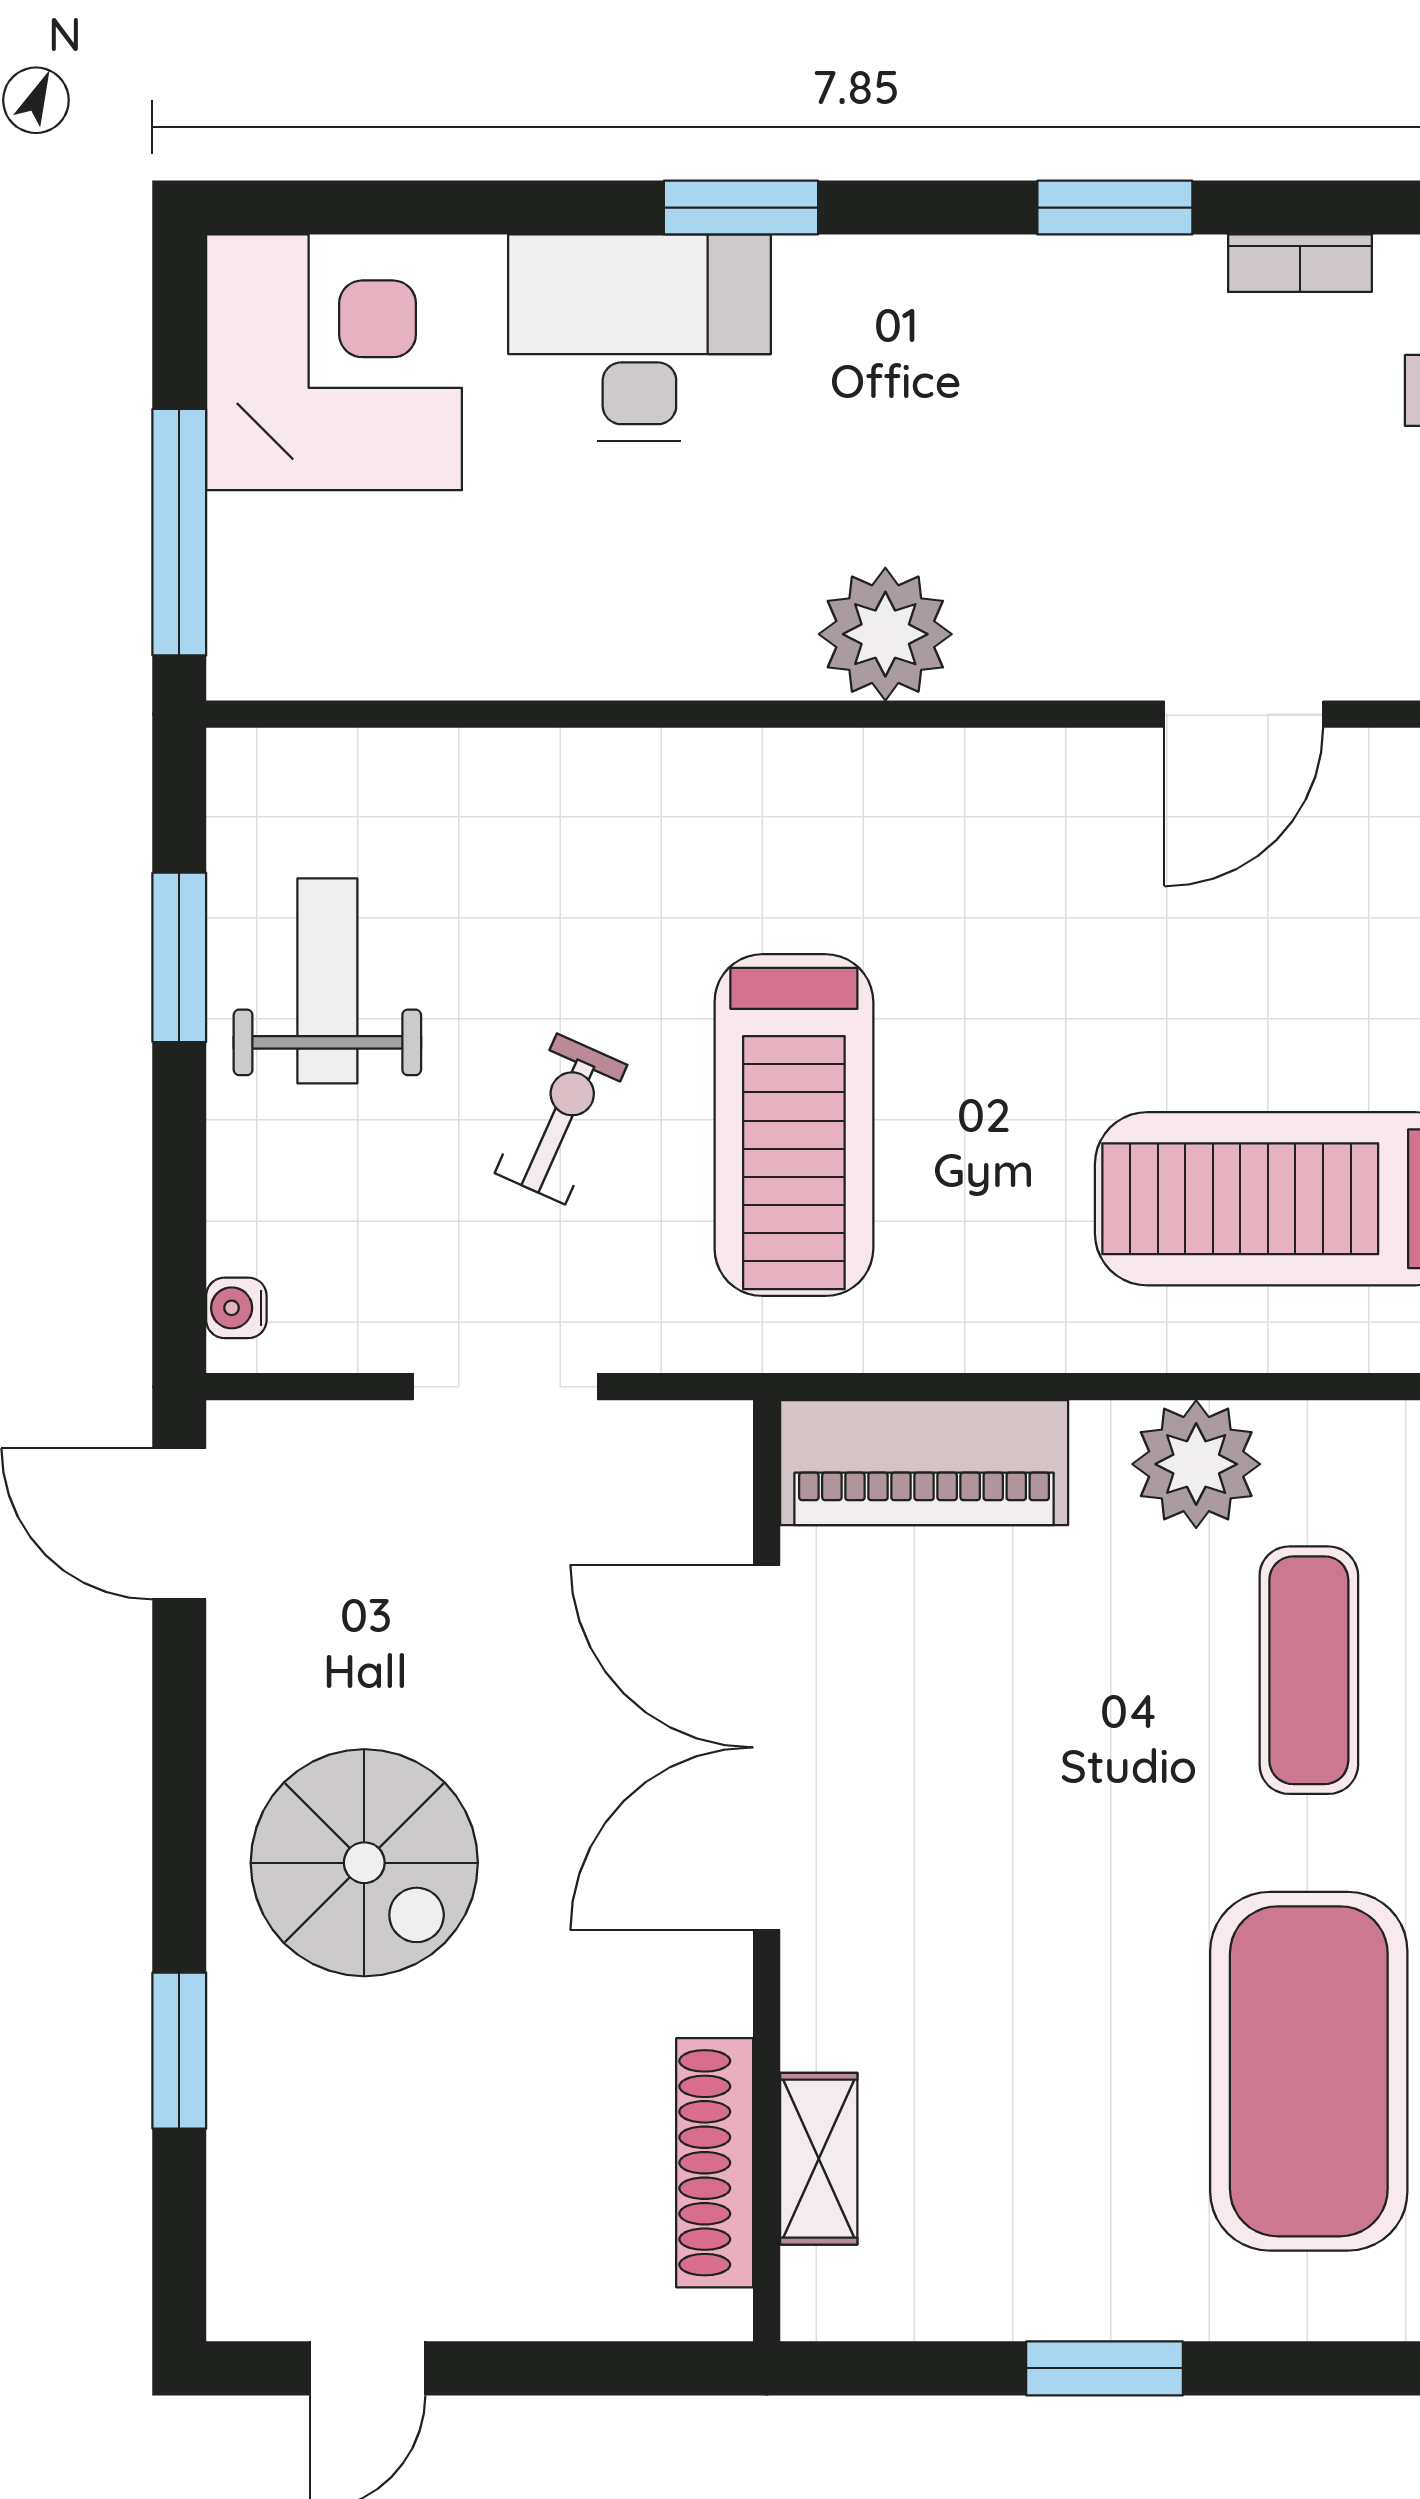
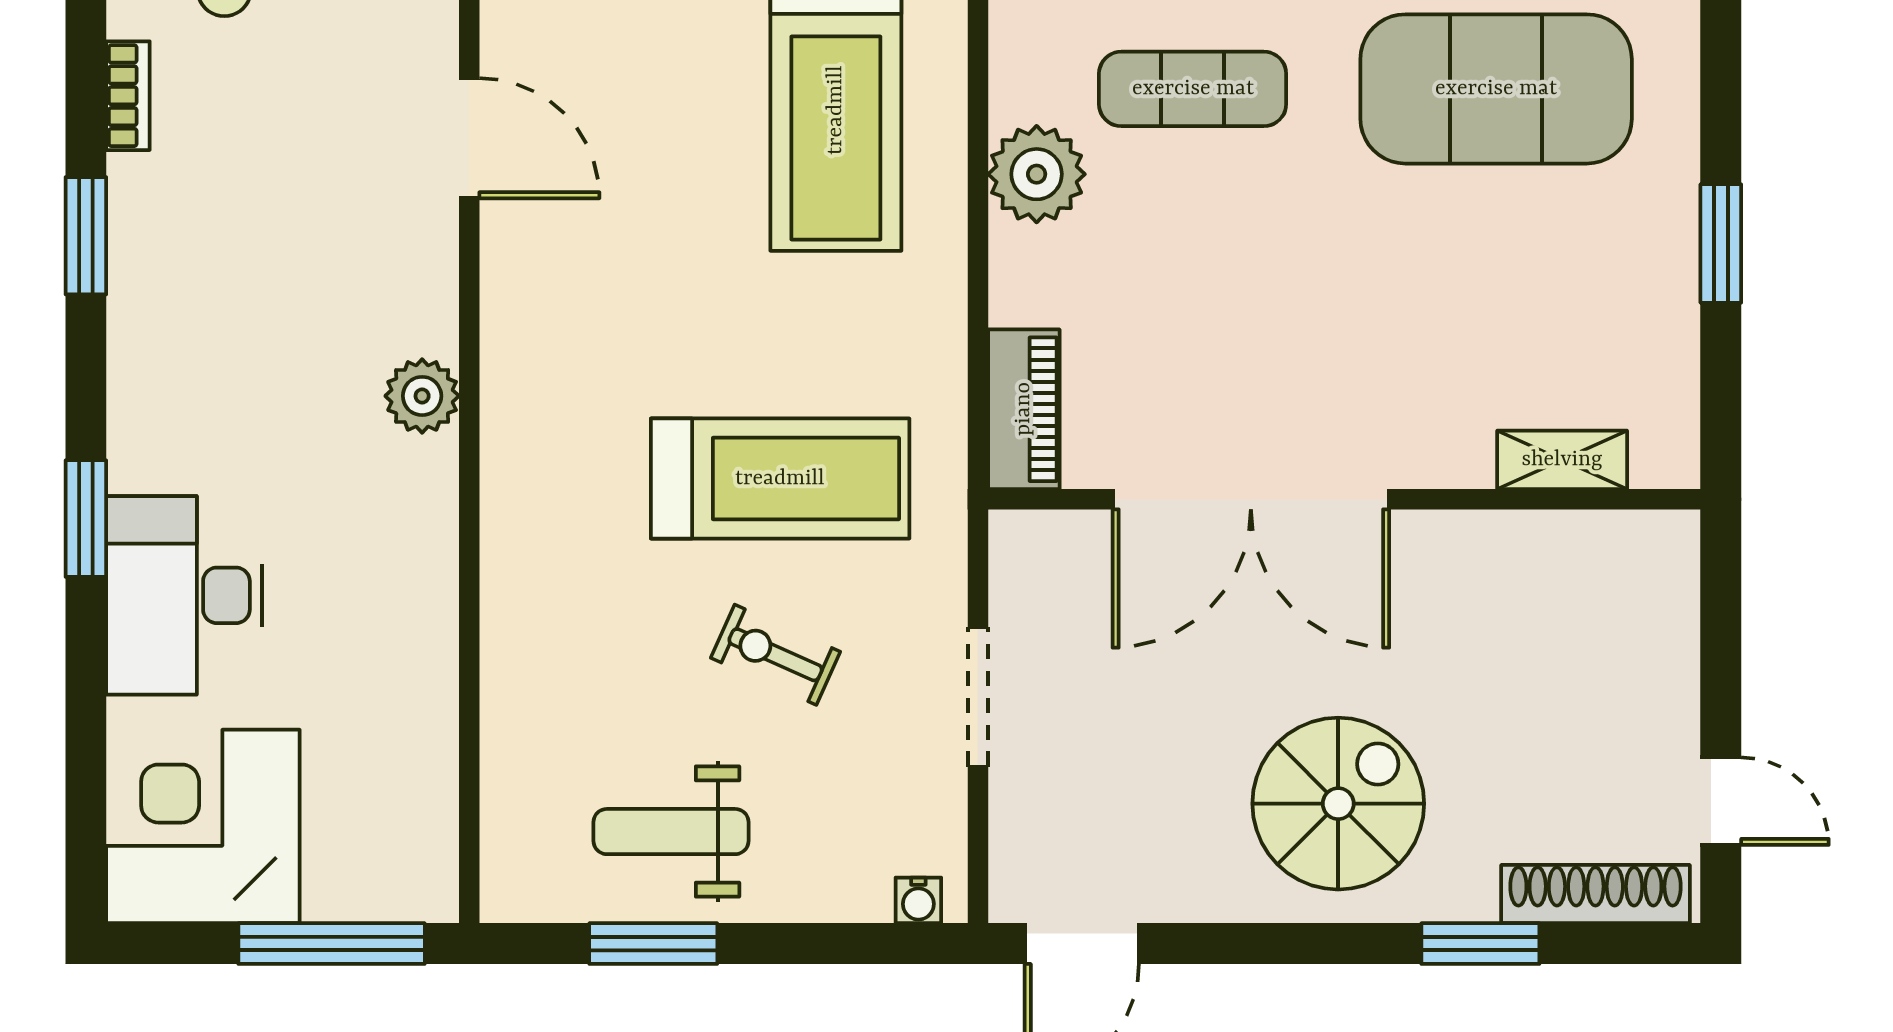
plant: (885, 634) -> (422, 396), width x0.73, depth x0.73
piano: (924, 1463) -> (1024, 409), width x0.73, depth x0.75
shoe rack: (715, 2163) -> (1595, 894), moved, turned 180

